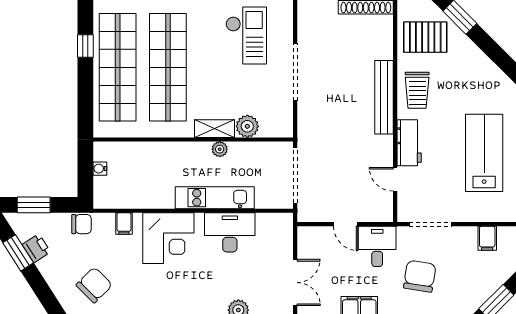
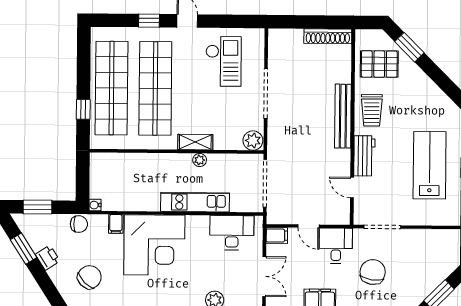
window: (85, 46) -> (83, 109), moved
plant: (247, 126) -> (253, 141), moved
water cooler: (100, 169) -> (95, 205), moved
desk: (230, 232) -> (232, 233), moved
corner desk: (168, 238) -> (154, 245), width x1.36, depth x1.36
filing cabinet: (487, 238) -> (277, 236), moved, turned -90
printer: (36, 248) -> (48, 258), moved

